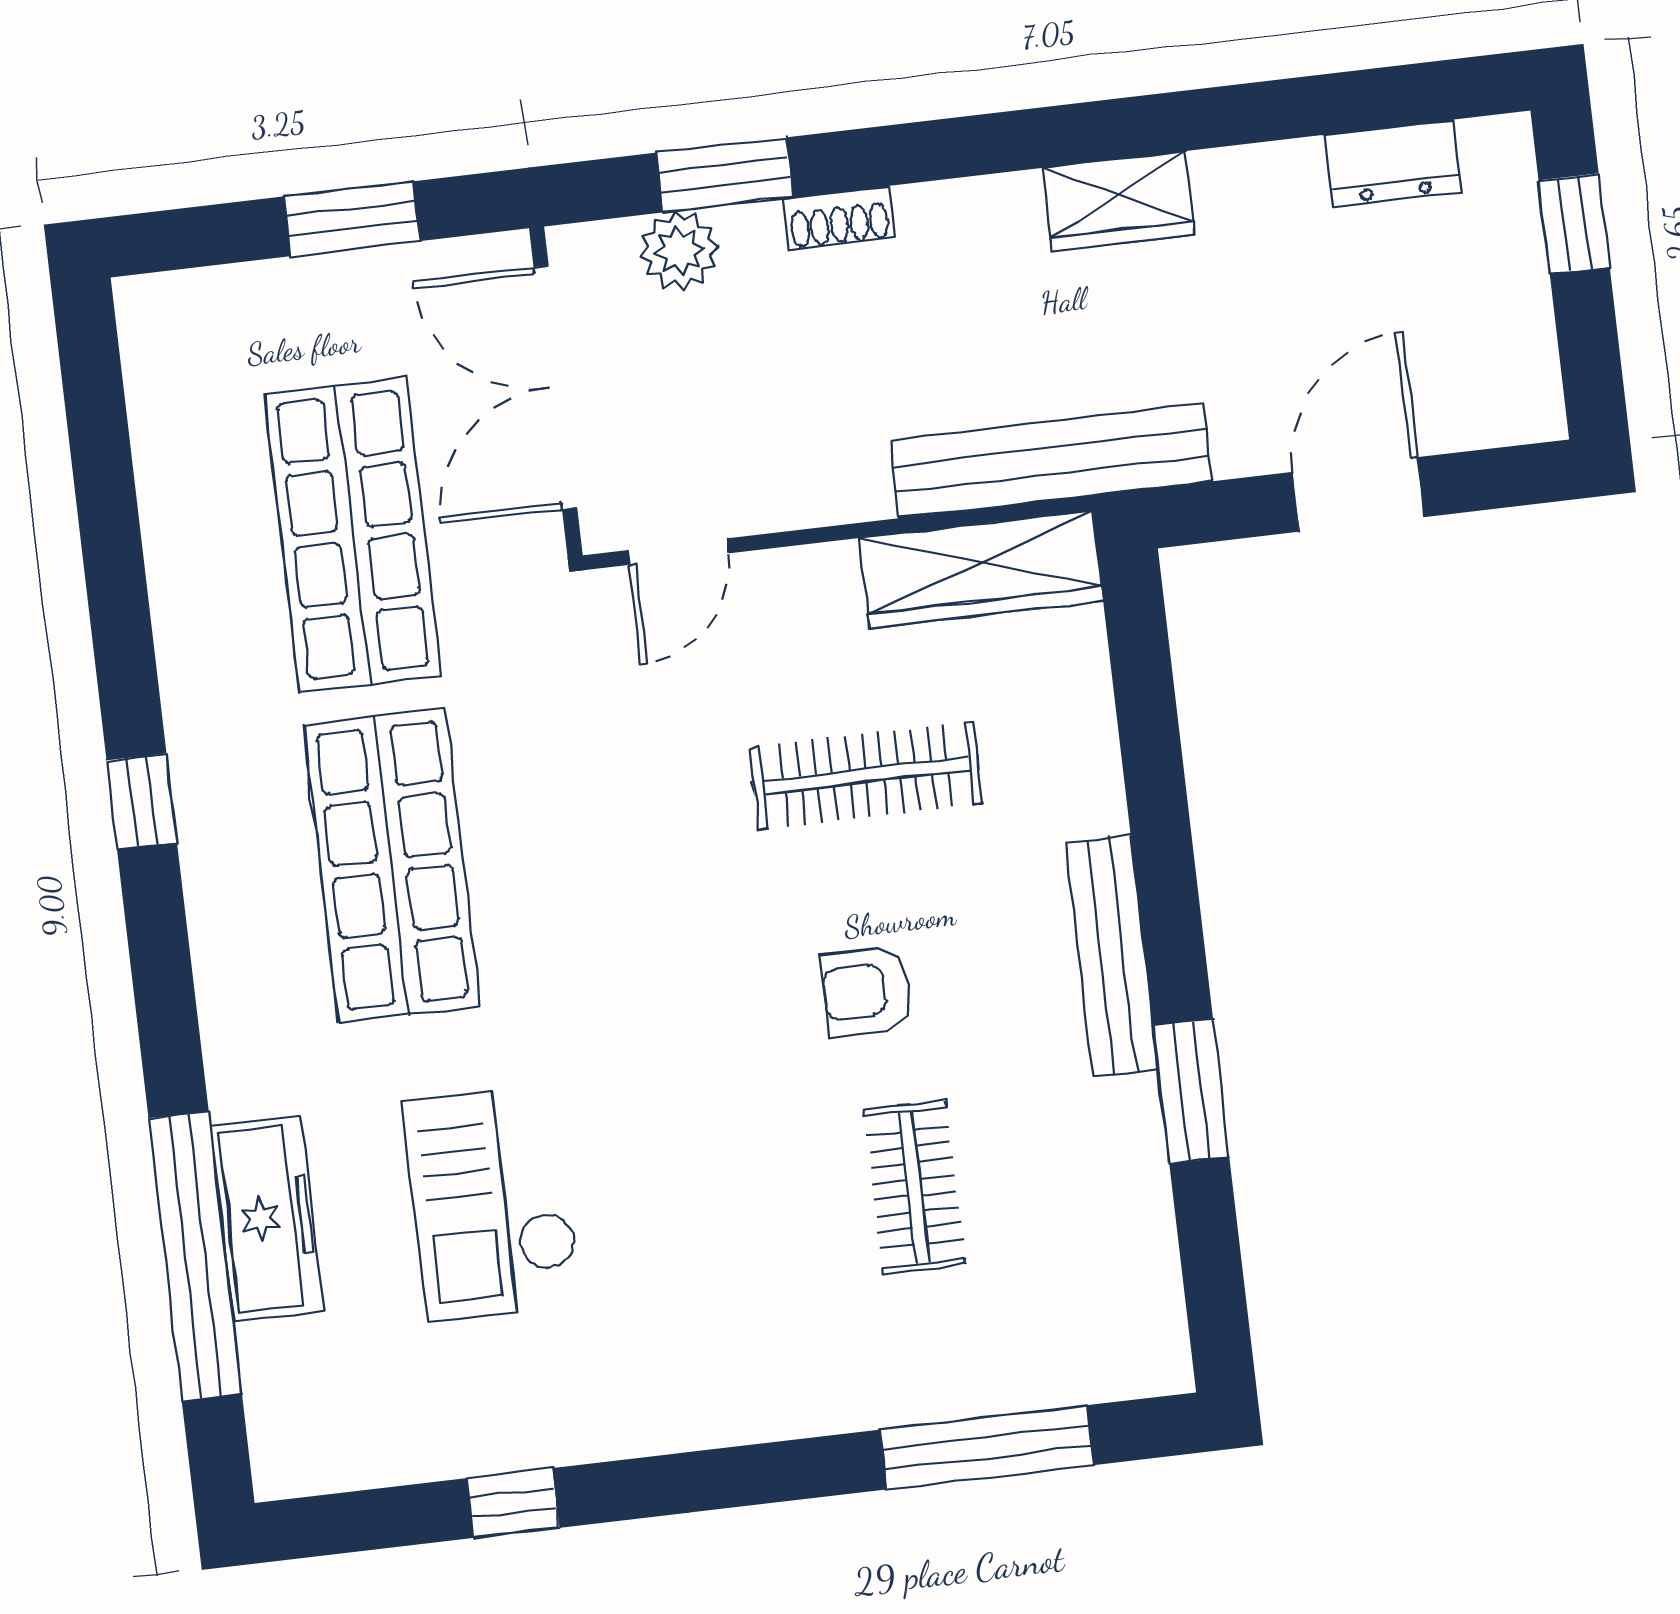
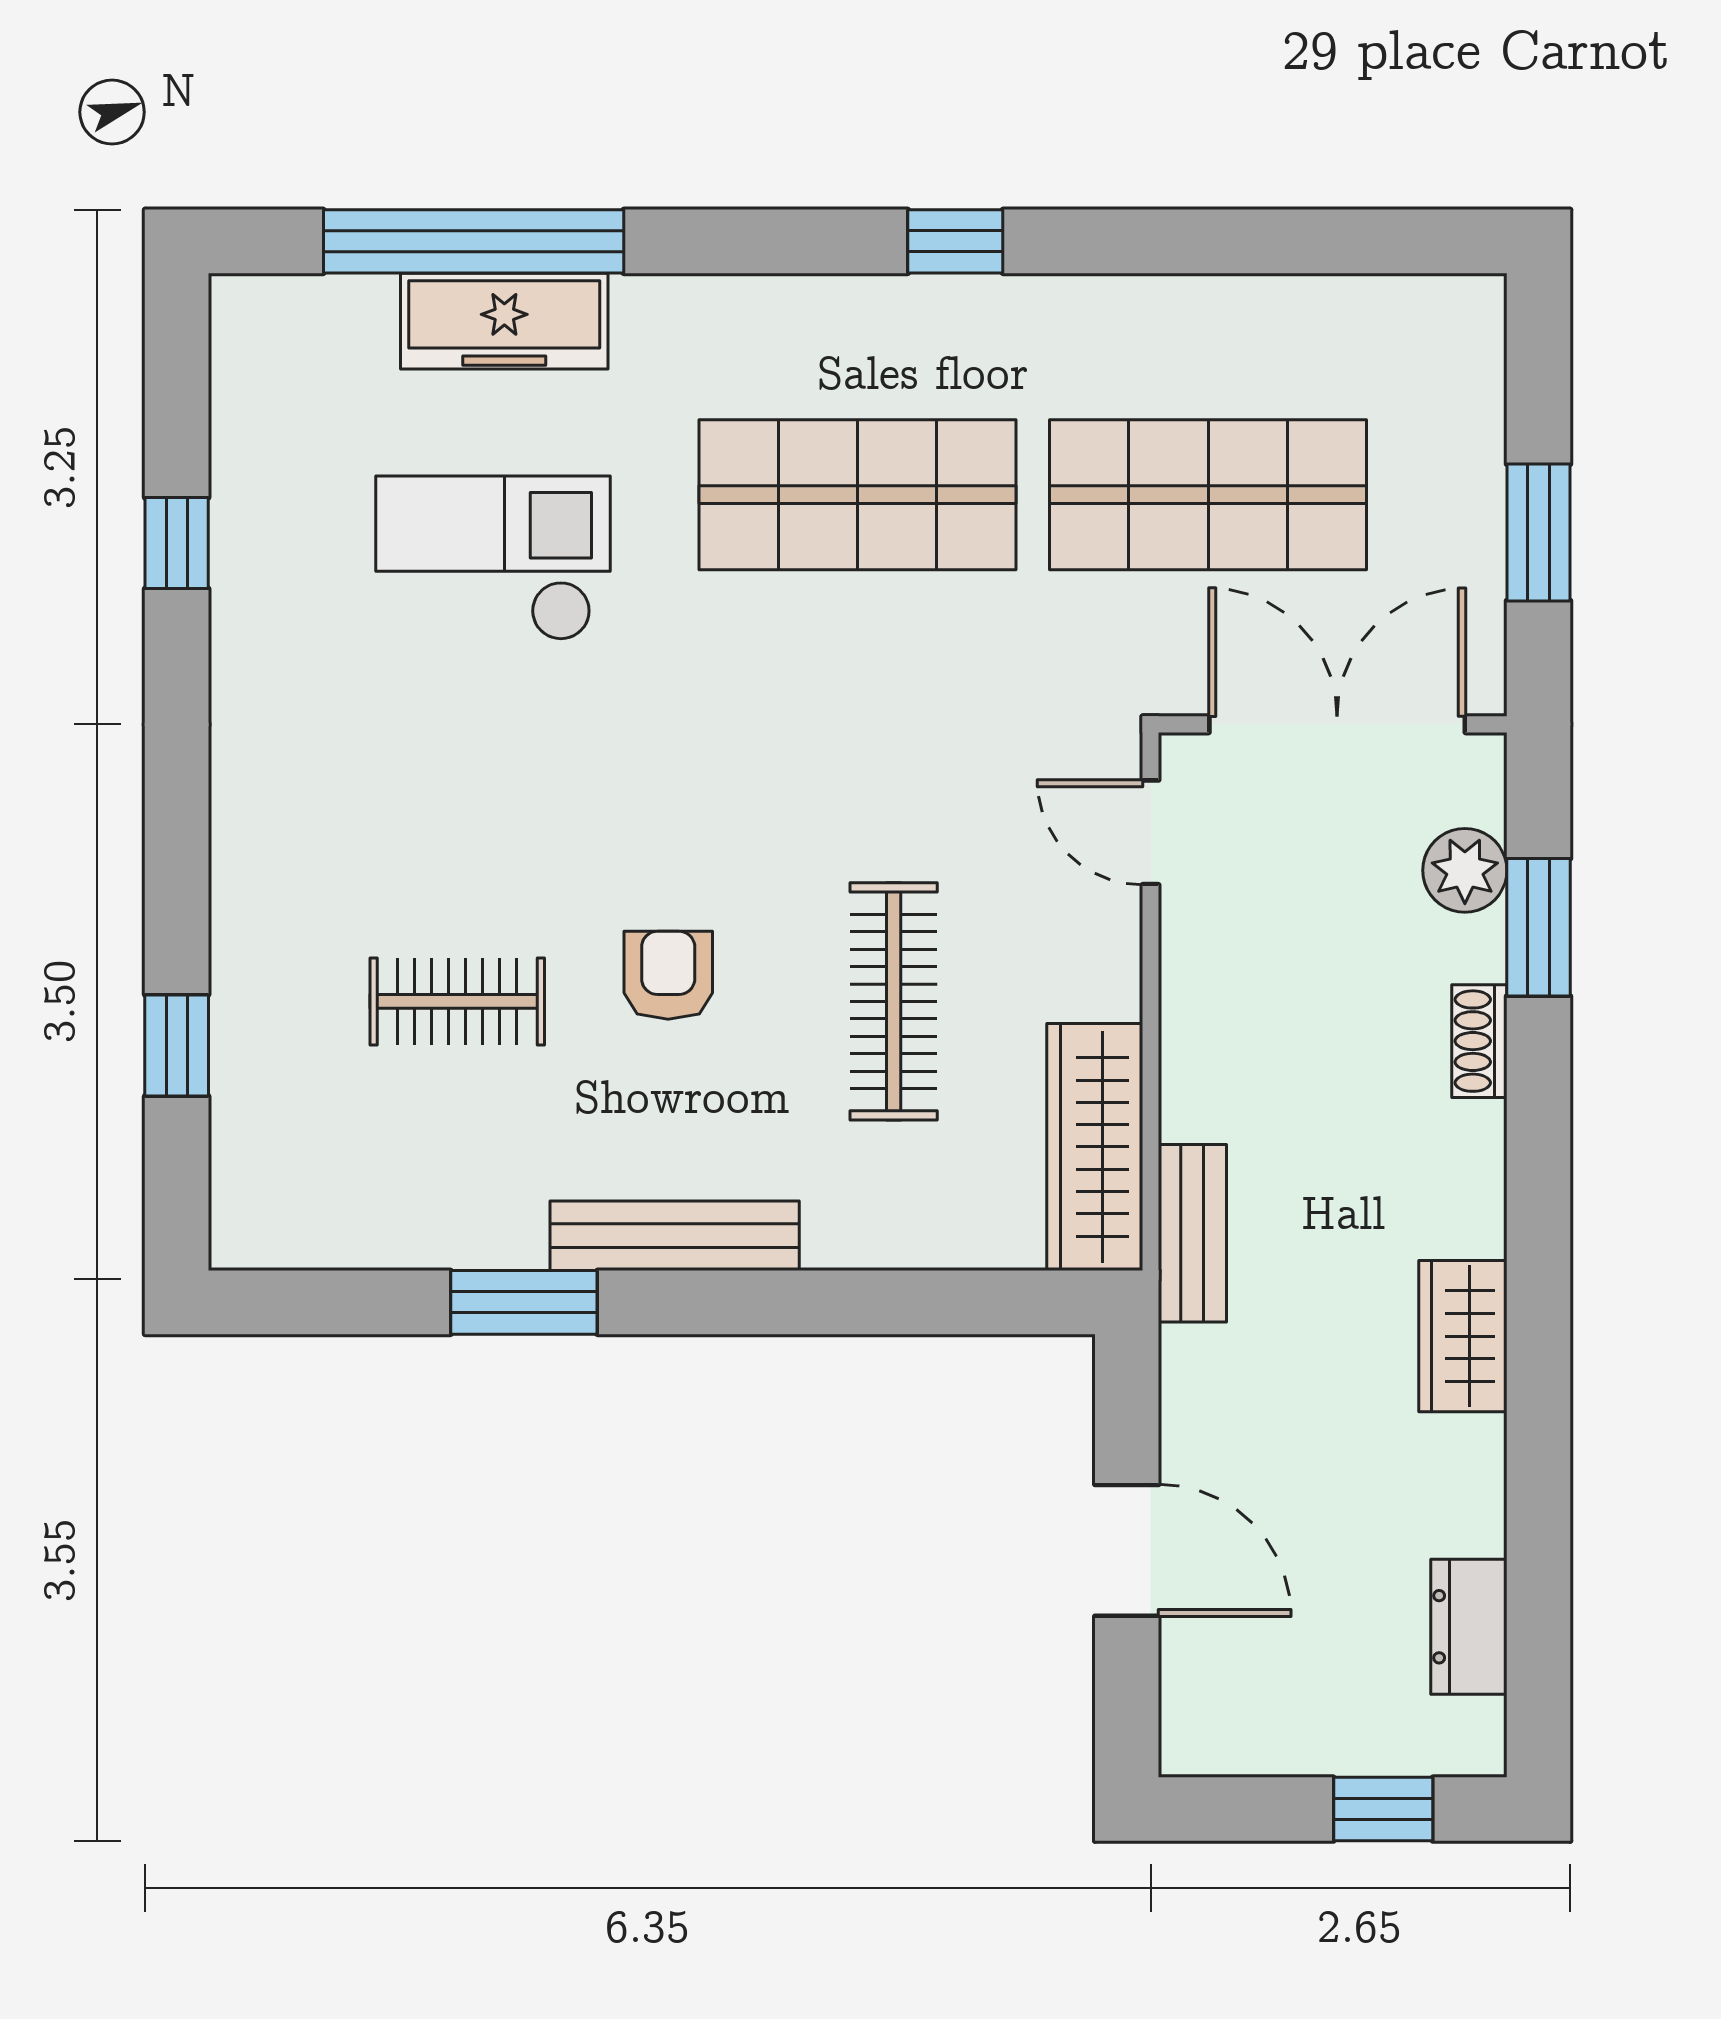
bench: (1051, 461) -> (1192, 1233), width x0.54, depth x0.82
window: (987, 1447) -> (177, 1045), width x0.46

